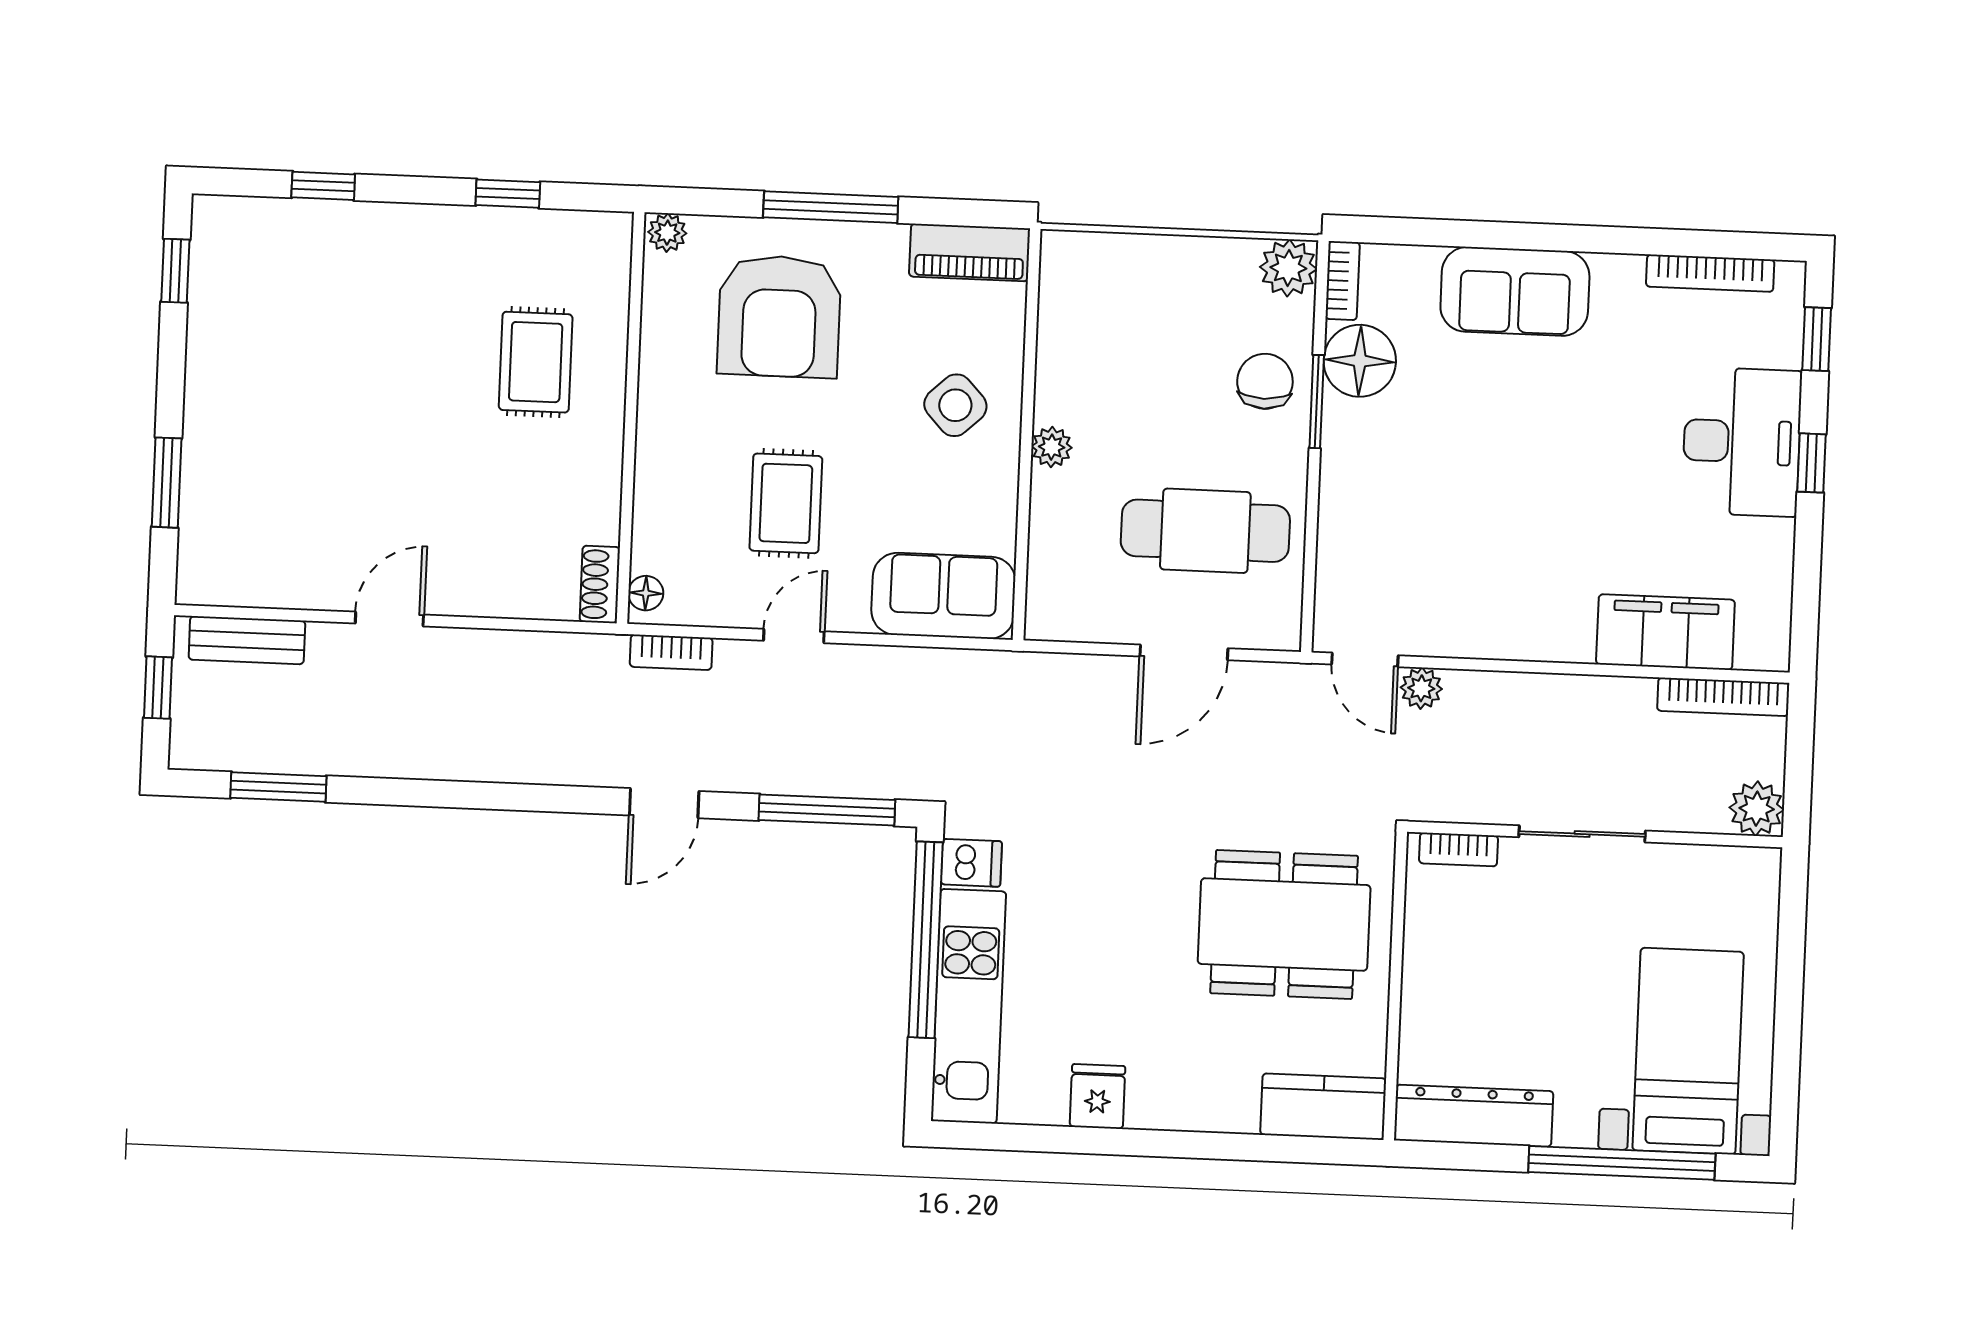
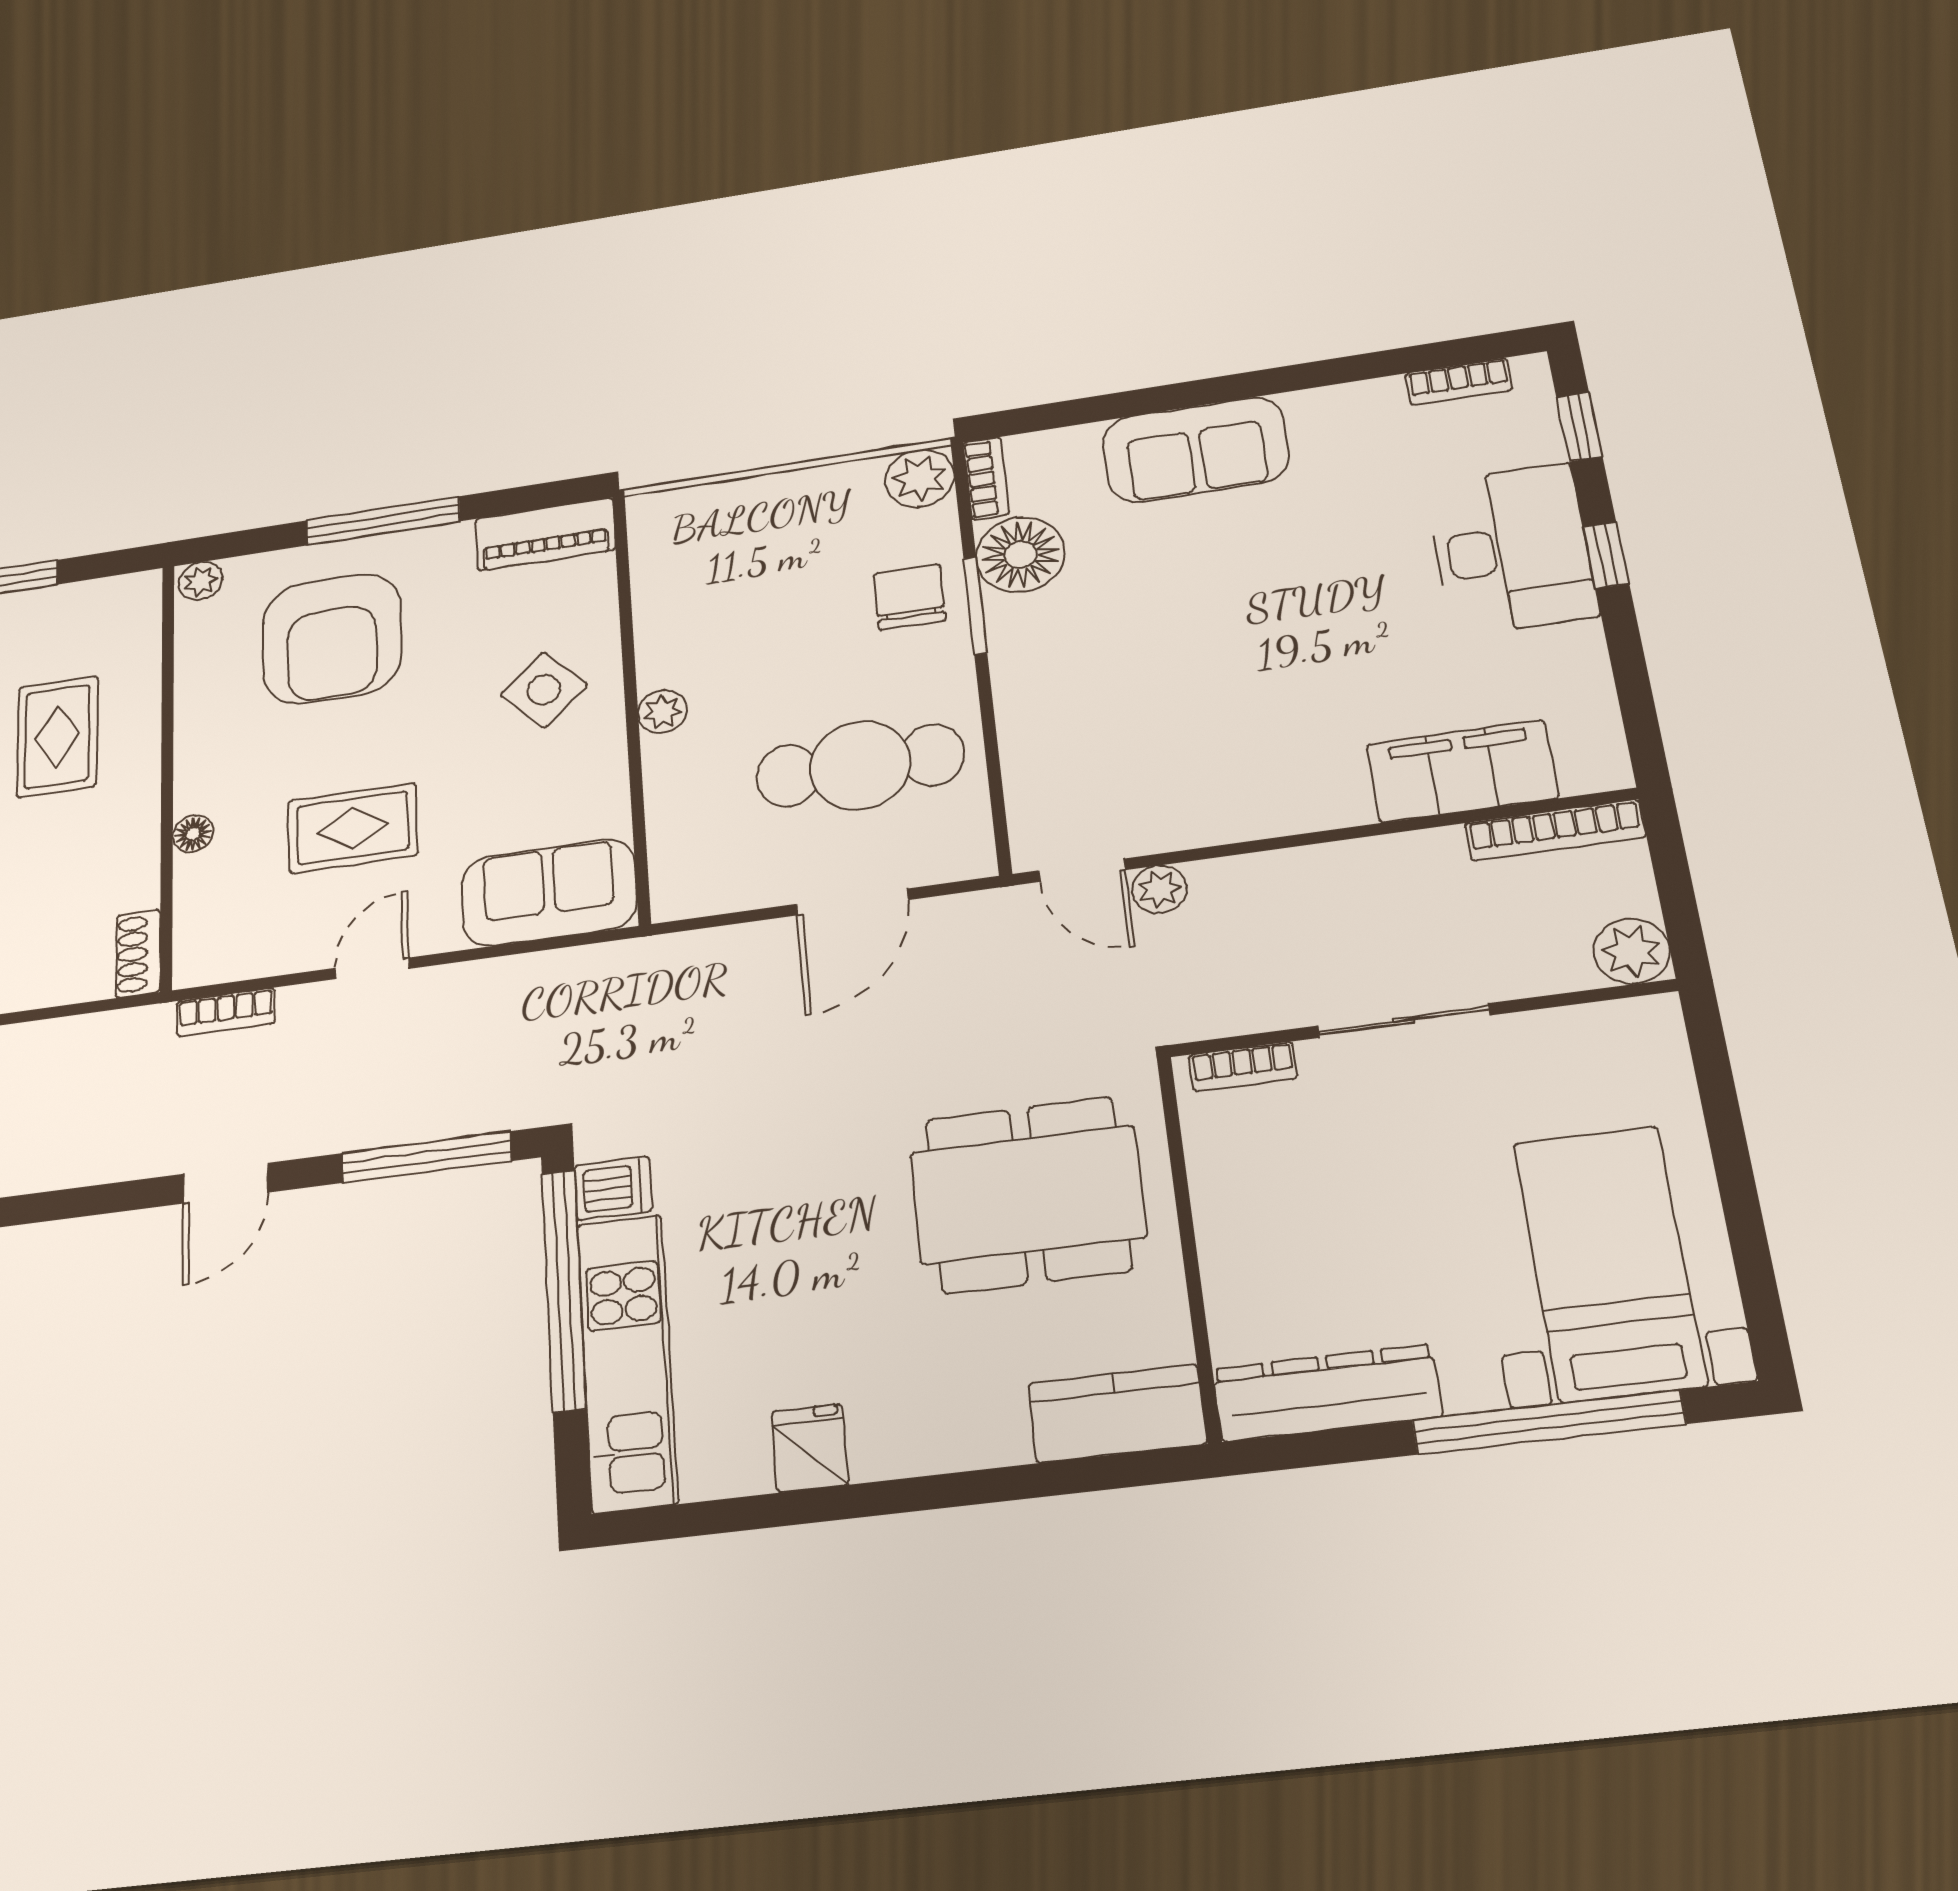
bookcase: (1710, 273) -> (1459, 382), width x0.64
rug: (786, 503) -> (353, 828), turned 90
floor lamp: (646, 593) -> (193, 834), moved

